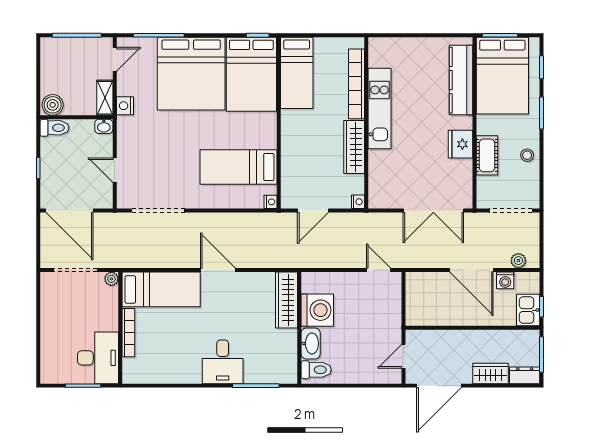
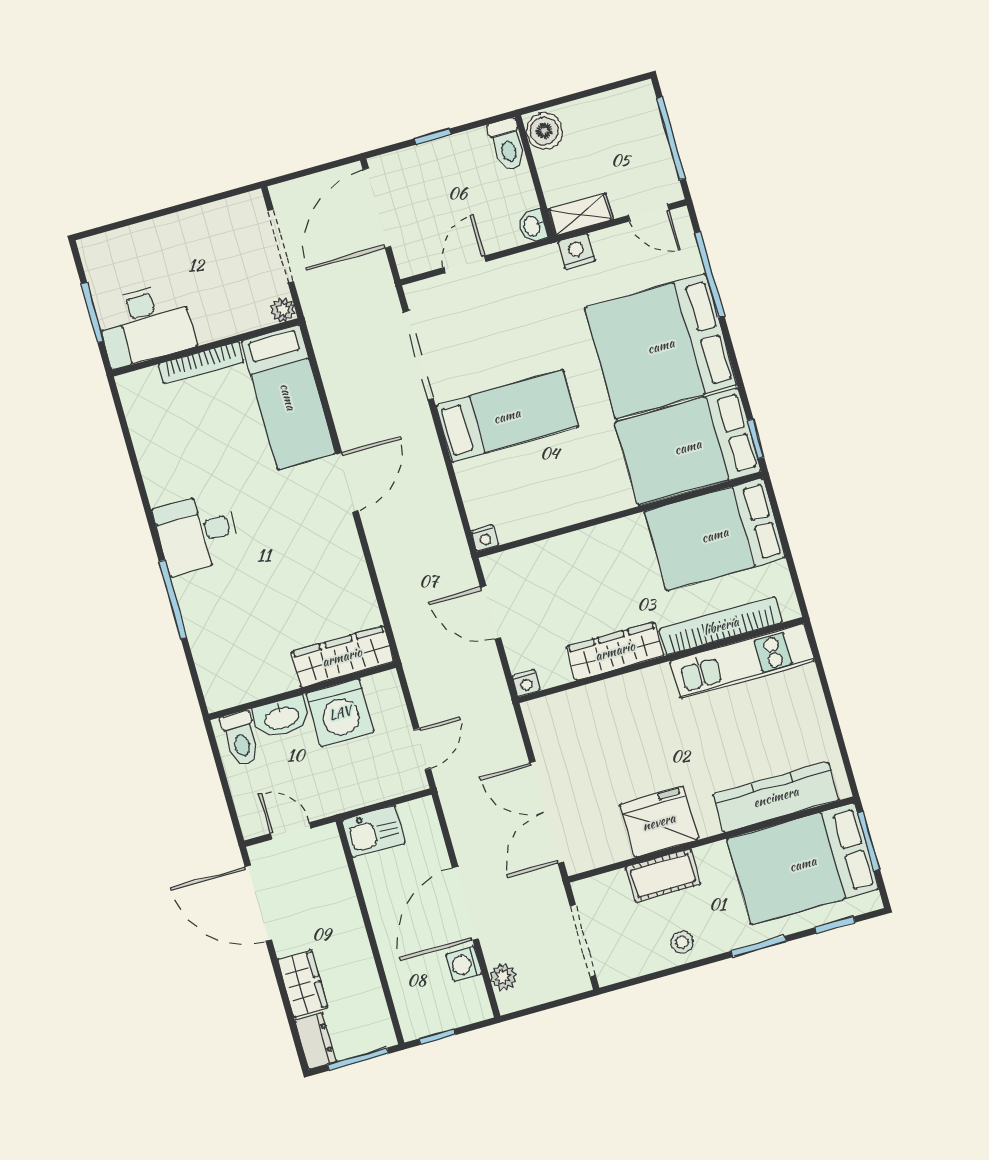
bed: (297, 73) -> (715, 535), width x1.50
kitchen unit: (380, 109) -> (742, 661), moved
fridge: (460, 144) -> (659, 822), width x1.36, depth x1.34
bed: (238, 167) -> (507, 416), moved, turned 90
wardrobe: (286, 300) -> (342, 657), moved
washing machine: (317, 310) -> (340, 713), moved
kitchen sink: (528, 310) -> (374, 832), moved, turned 180
wall: (299, 328) -> (302, 691), moved
washbasin: (311, 343) -> (282, 717), moved
toilet: (316, 370) -> (240, 738), moved

